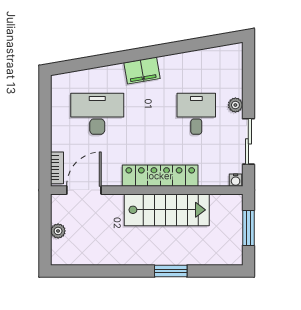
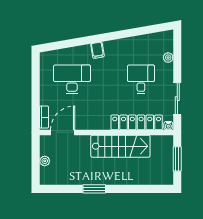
filing cabinet: (142, 71) -> (97, 50), width x0.50
plant: (235, 105) -> (168, 58), moved
locker: (160, 176) -> (137, 122), moved
window: (171, 271) -> (94, 189), moved

